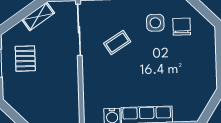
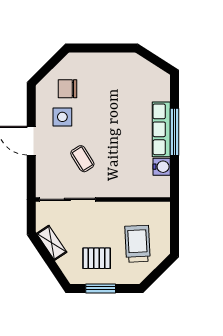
trolley: (40, 96) -> (138, 244), added

